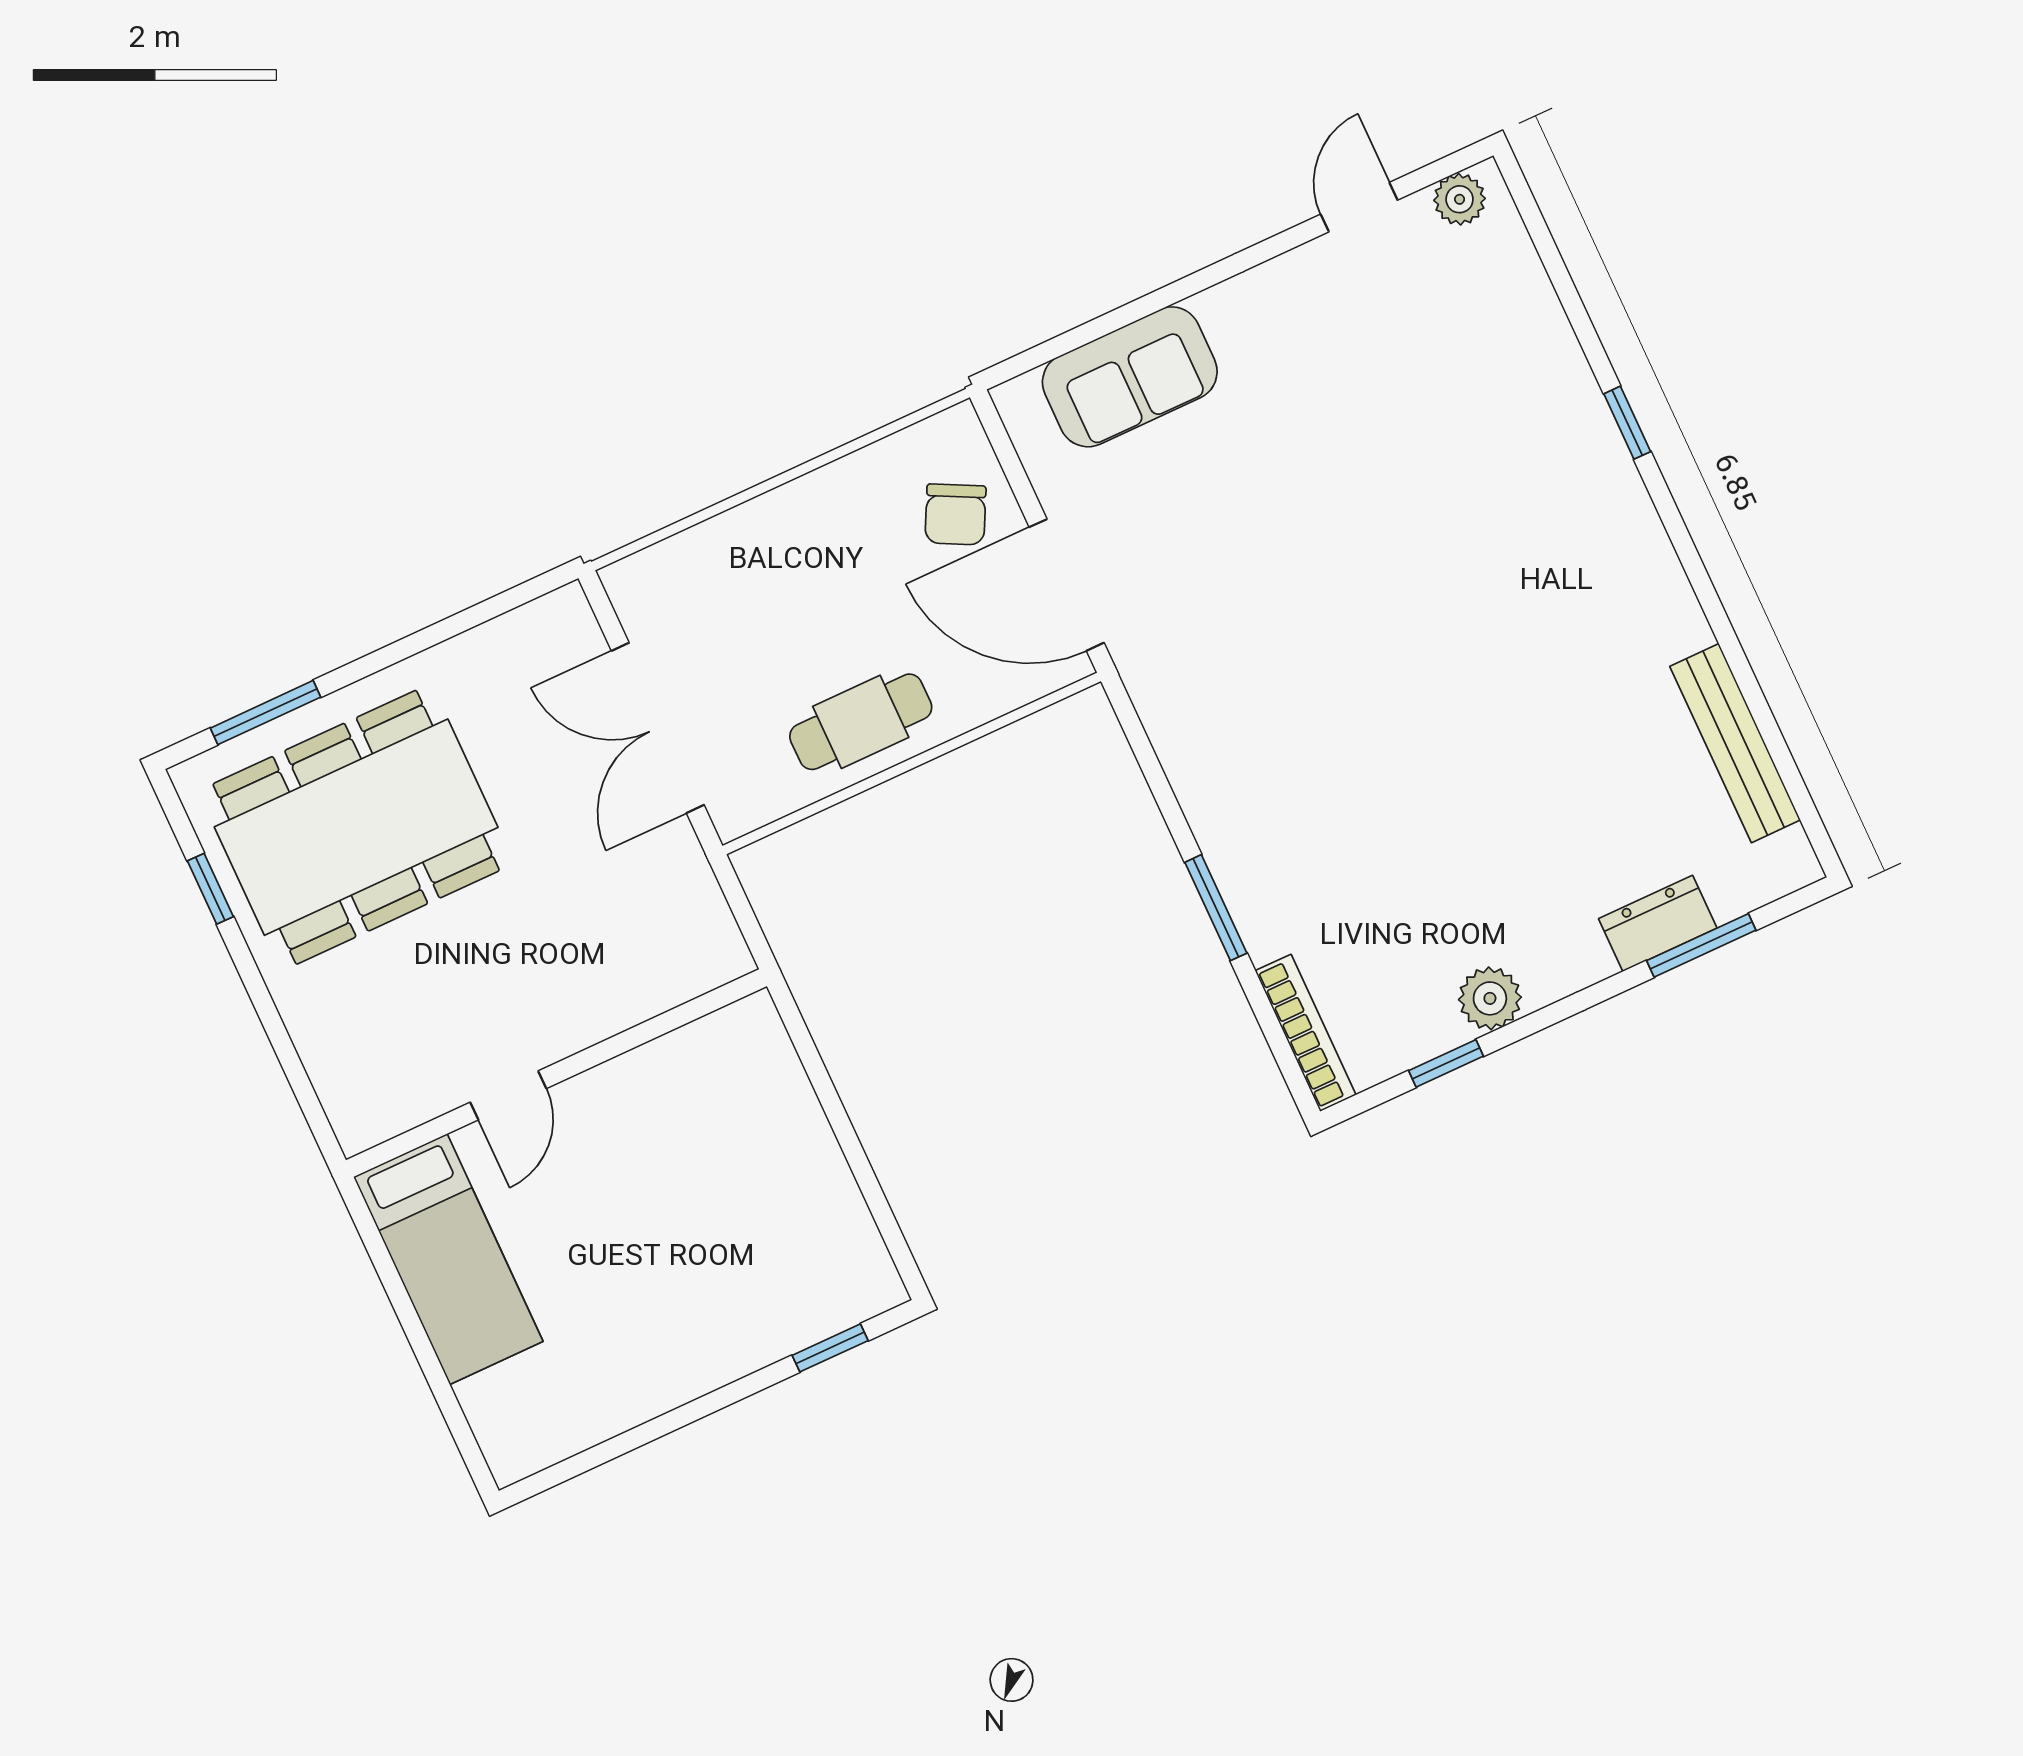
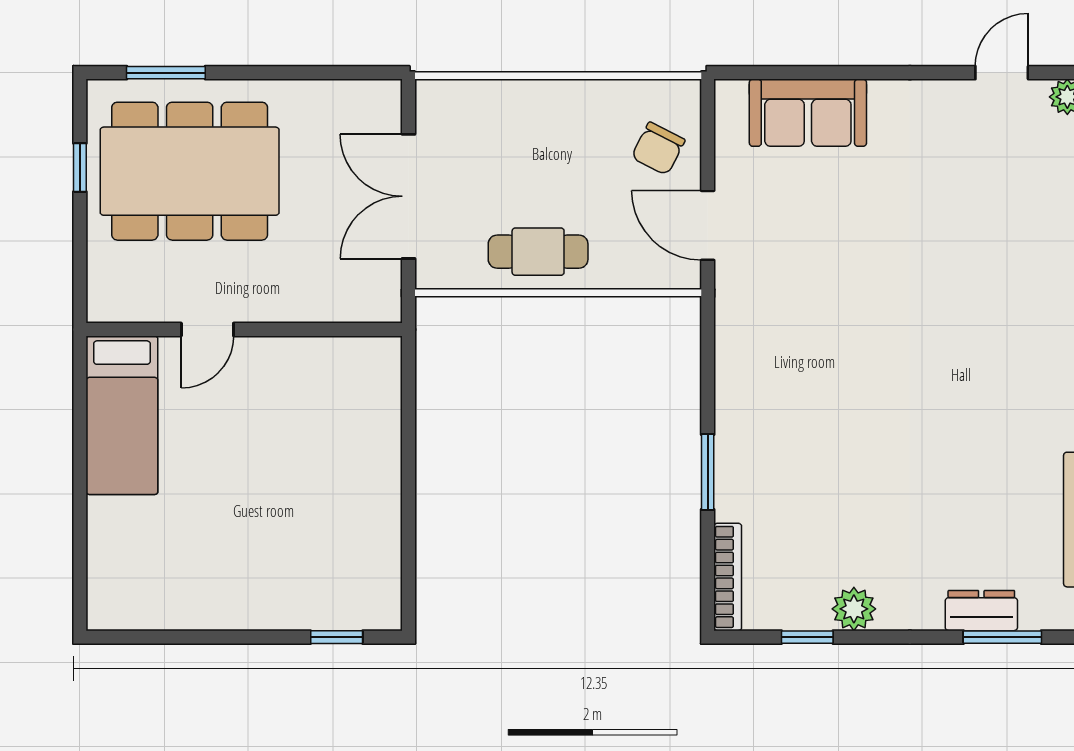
door: (1067, 585) -> (708, 225), width x0.73
wall: (556, 1073) -> (244, 330), moved
door: (508, 1095) -> (207, 330), moved
bed: (448, 1259) -> (122, 415), moved

